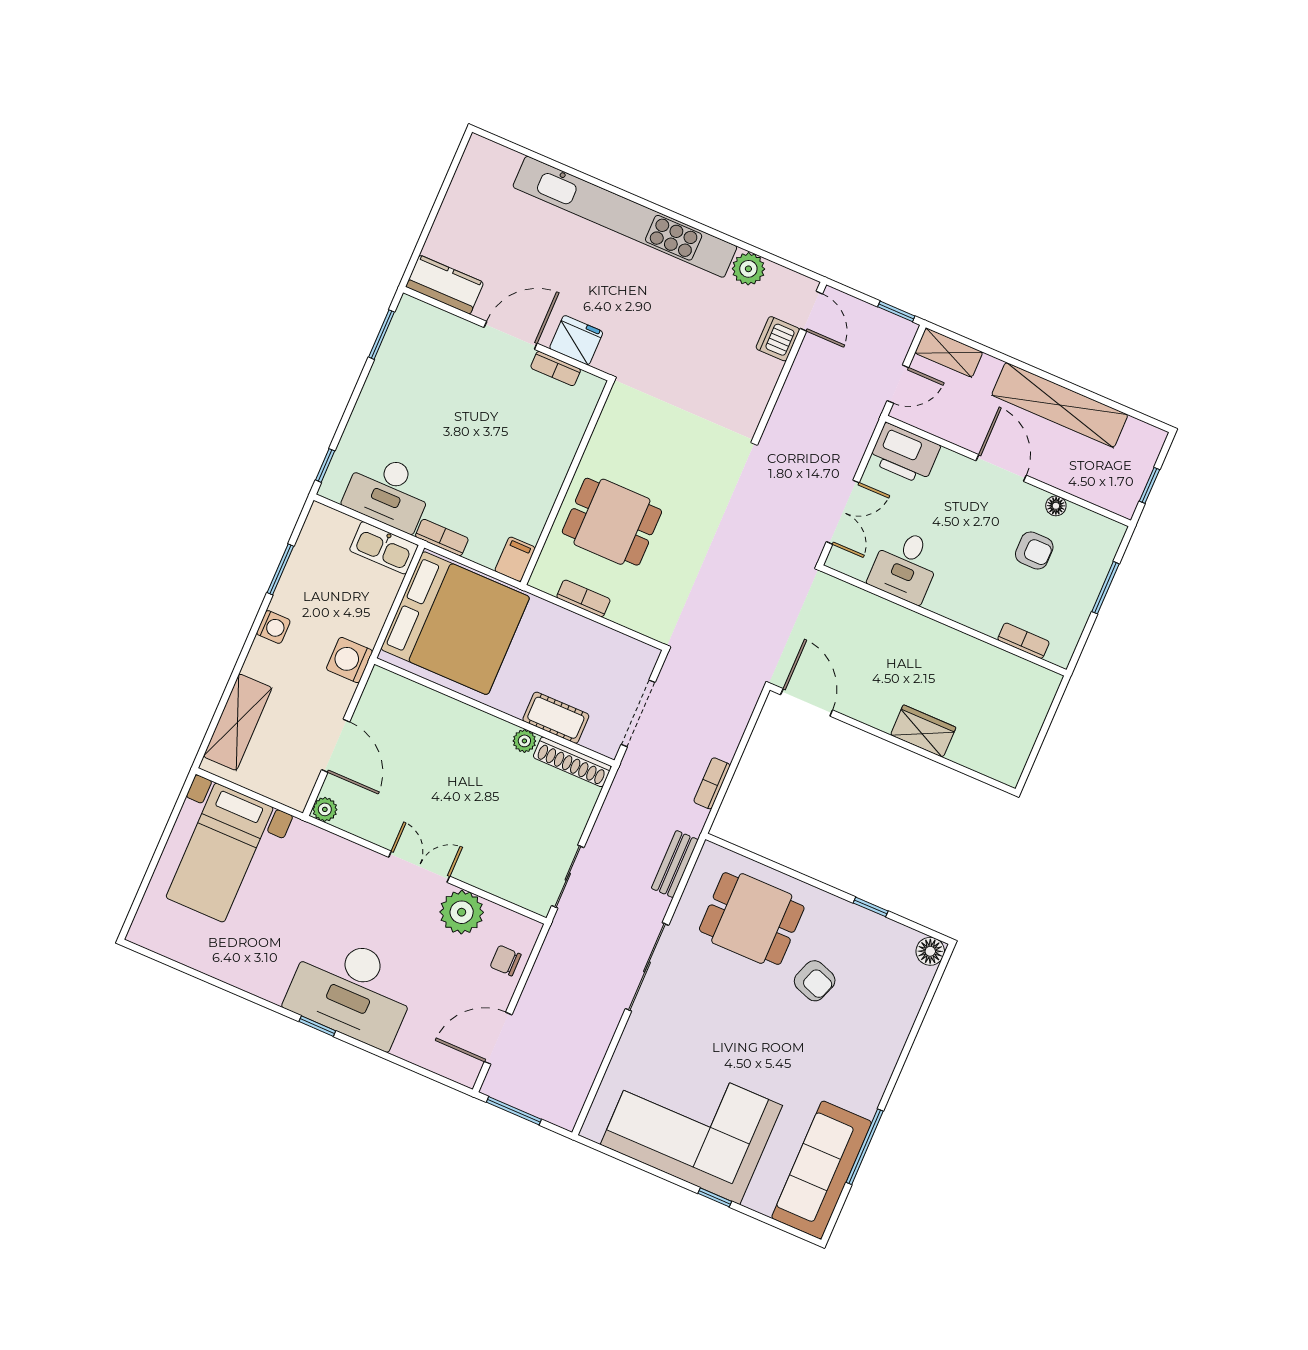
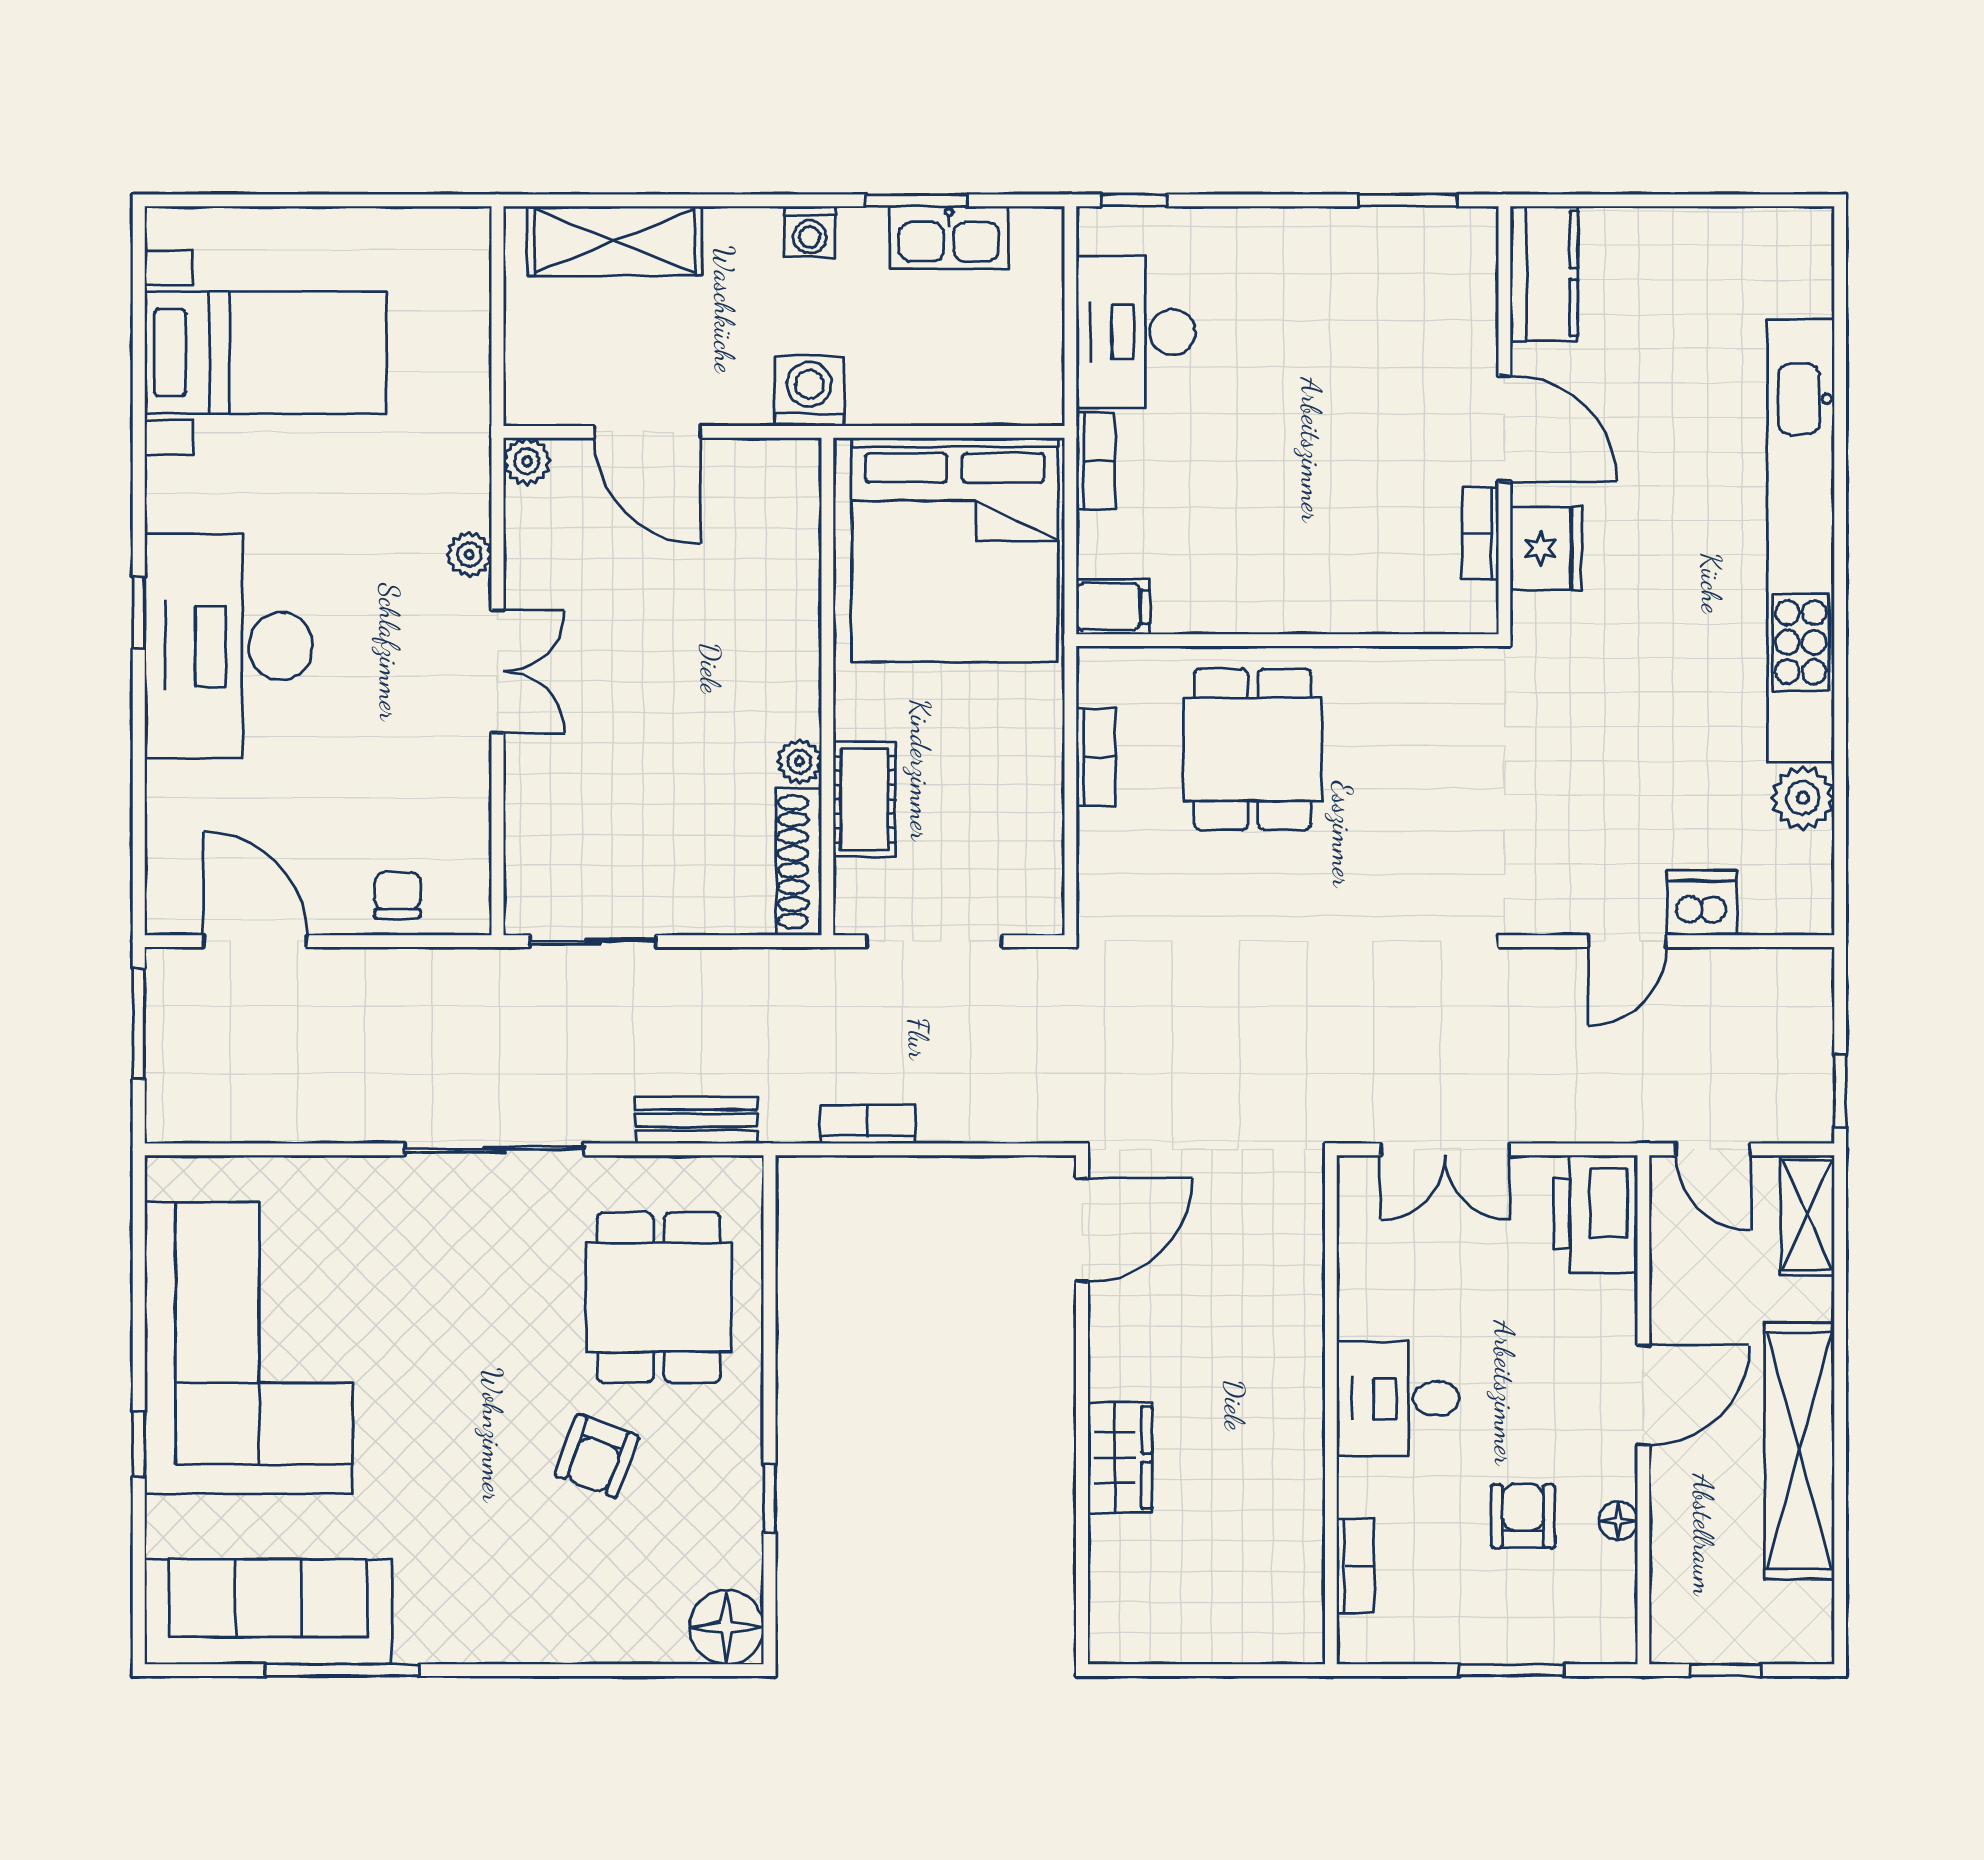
door: (811, 311) -> (1627, 941), moved
kitchen sink: (384, 548) -> (949, 238), moved, turned -90
armchair: (1034, 550) -> (1523, 1516), turned 180
desk: (905, 566) -> (1398, 1398), moved
door: (336, 746) -> (647, 432), hinge flipped
bed with nightstands: (220, 853) -> (265, 353), moved, turned 180
plant: (462, 912) -> (469, 554), moved, width x0.53, depth x0.53
floor lamp: (930, 951) -> (726, 1627), width x1.38, depth x1.38

